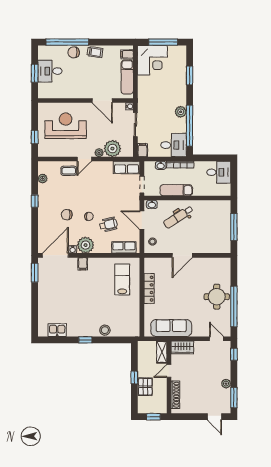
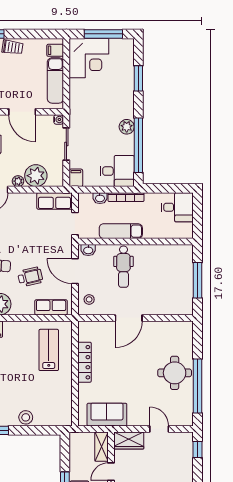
dental chair: (178, 217) -> (123, 267), turned -57
sofa: (171, 328) -> (107, 415), width x0.73
door: (217, 339) -> (159, 429), moved

